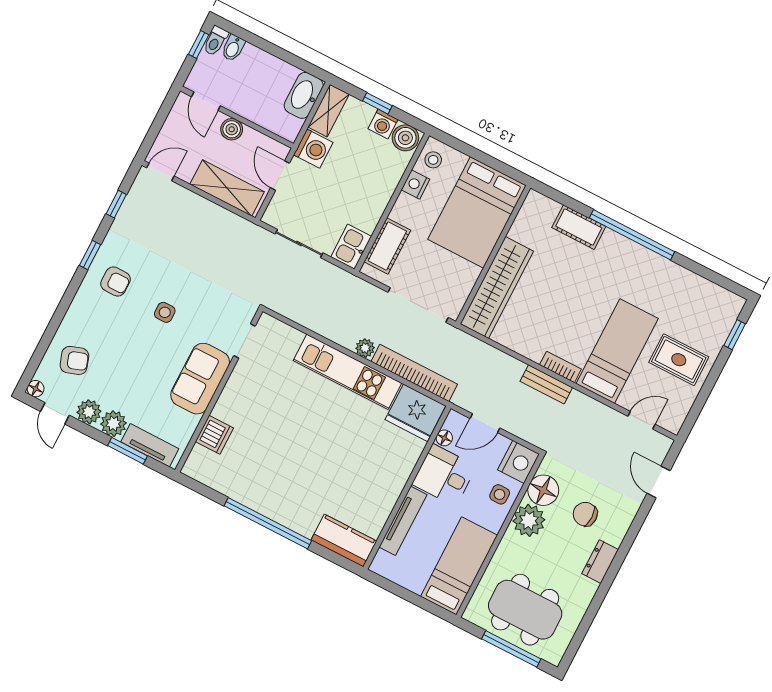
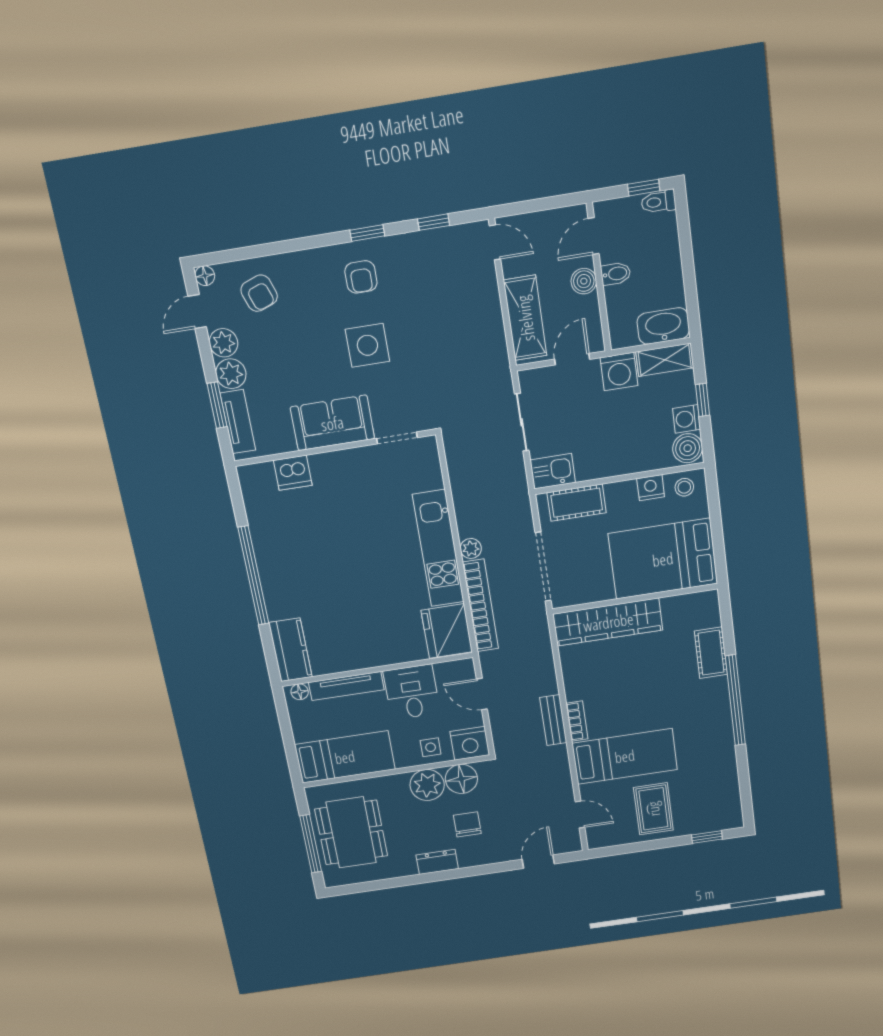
bidet: (233, 48) -> (616, 274), moved, turned 180
side table: (165, 312) -> (367, 345), width x1.87, depth x1.87
floor lamp: (444, 438) -> (300, 692), moved

